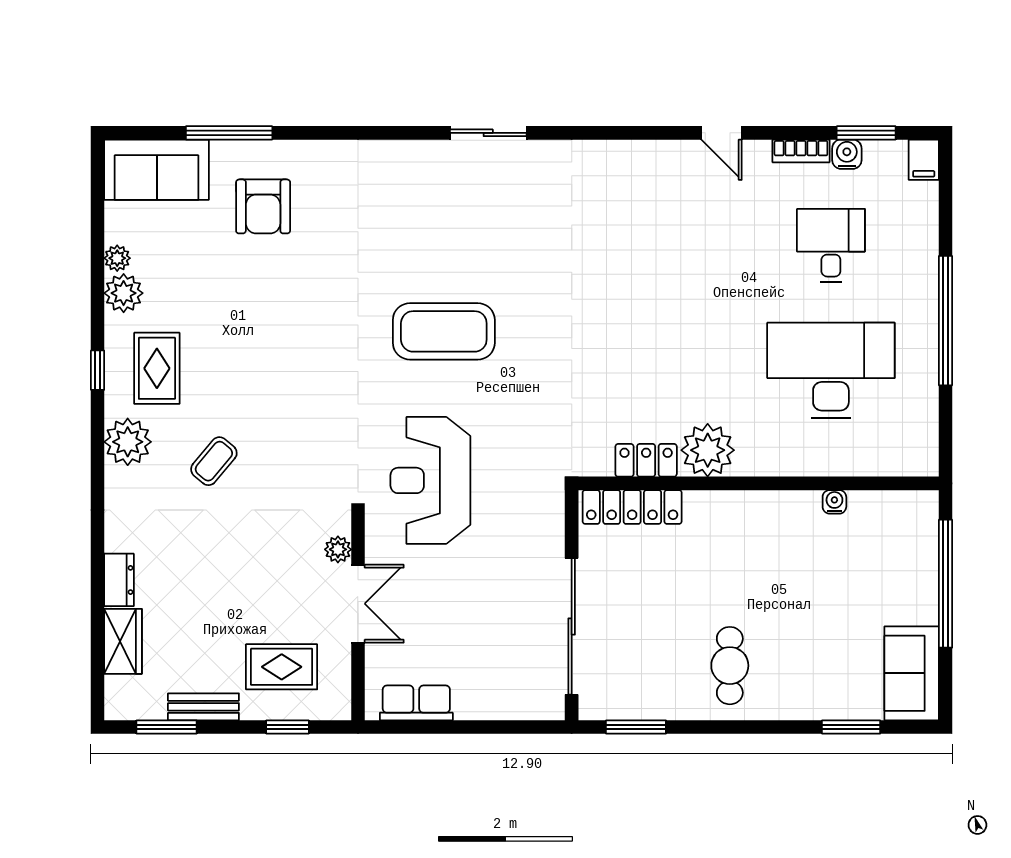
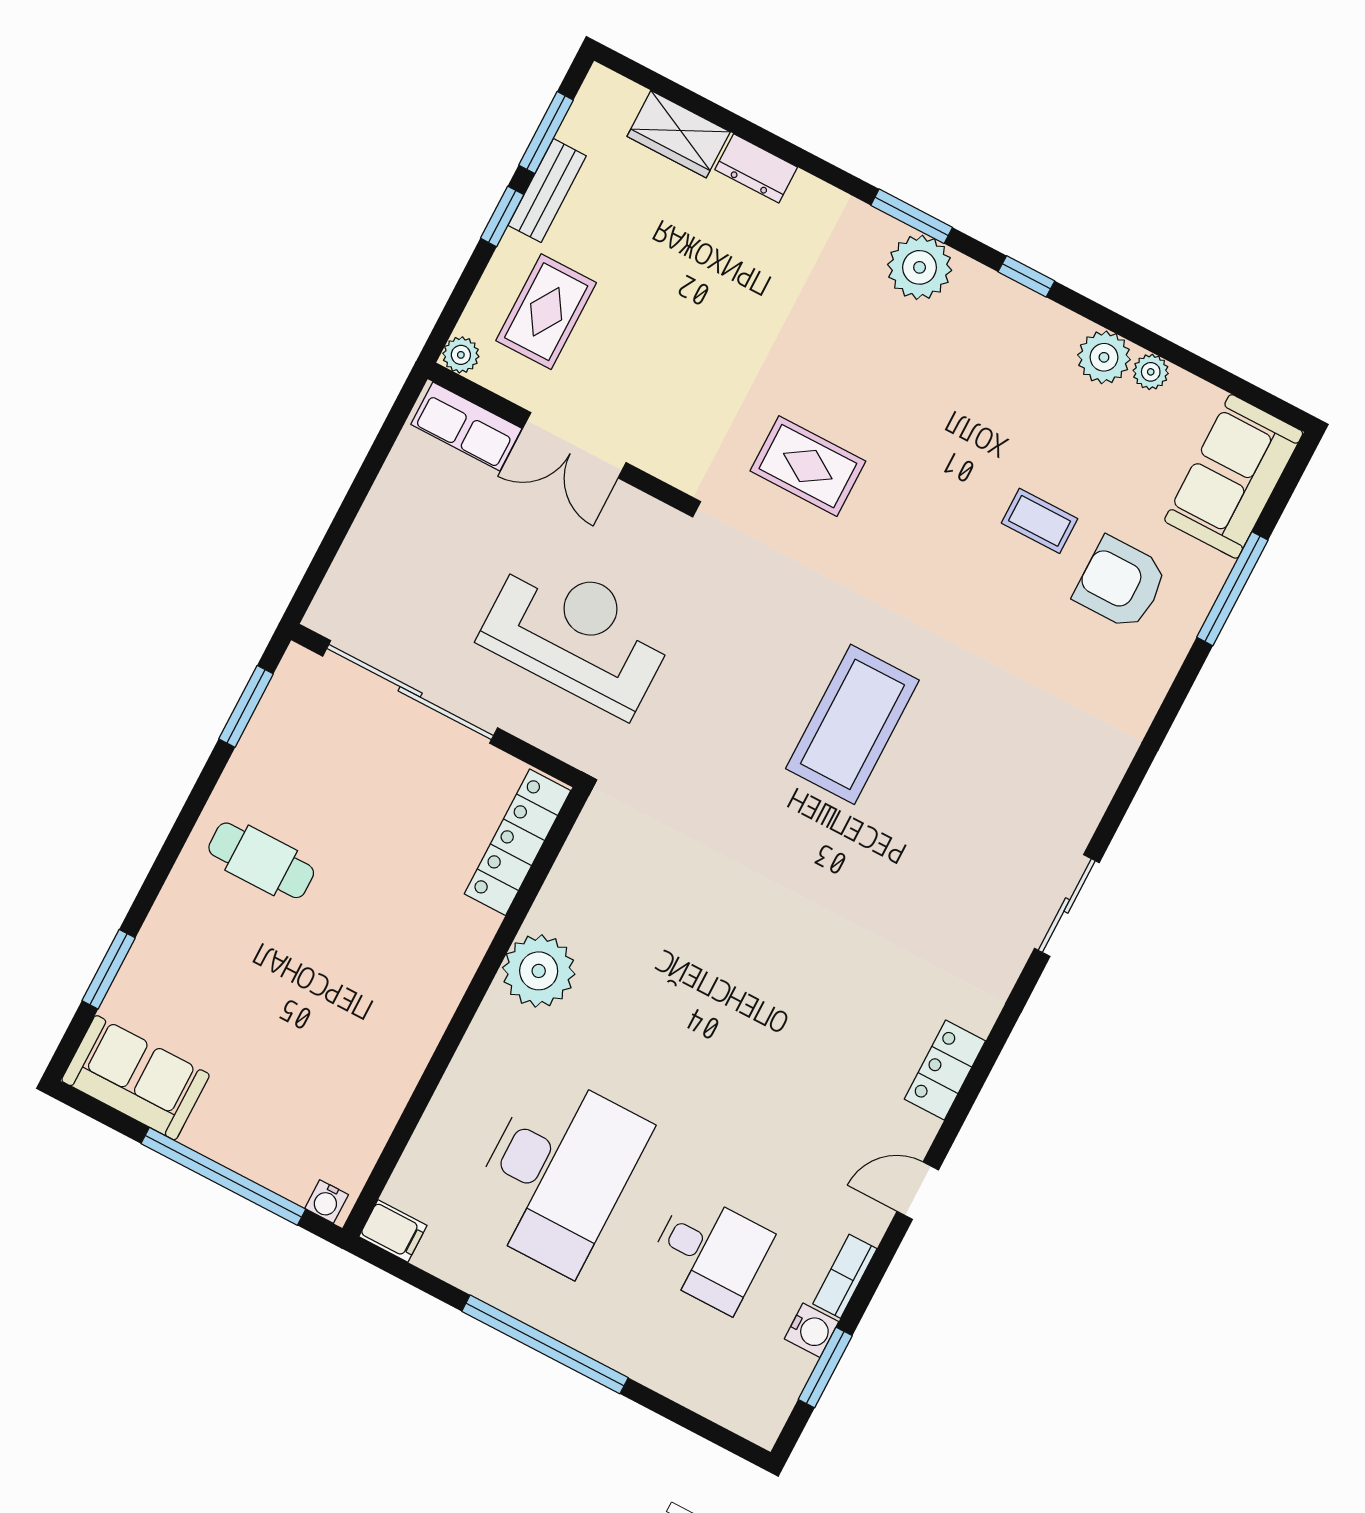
filing cabinet: (924, 160) -> (393, 1231), moved, turned 180
rug: (157, 368) -> (808, 466), moved
locker: (646, 460) -> (945, 1070), moved, turned 180
coffee table: (214, 461) -> (1040, 521), moved, turned -40
window: (98, 464) -> (912, 216), added
reception desk: (430, 480) -> (577, 634), moved
water cooler: (834, 502) -> (327, 1201), moved, turned 90
plant: (338, 549) -> (461, 355), moved
row of seats: (416, 703) -> (466, 426), moved, turned 90
window: (287, 727) -> (502, 216), moved

